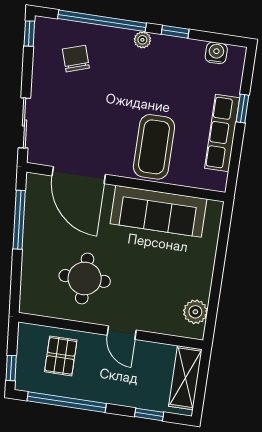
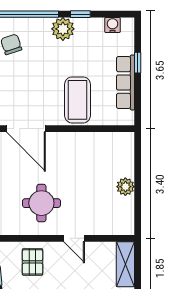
plant: (142, 40) -> (63, 29), width x1.88, depth x1.88
sofa: (158, 211) -> (88, 146), removed
plant: (195, 312) -> (125, 187), moved

